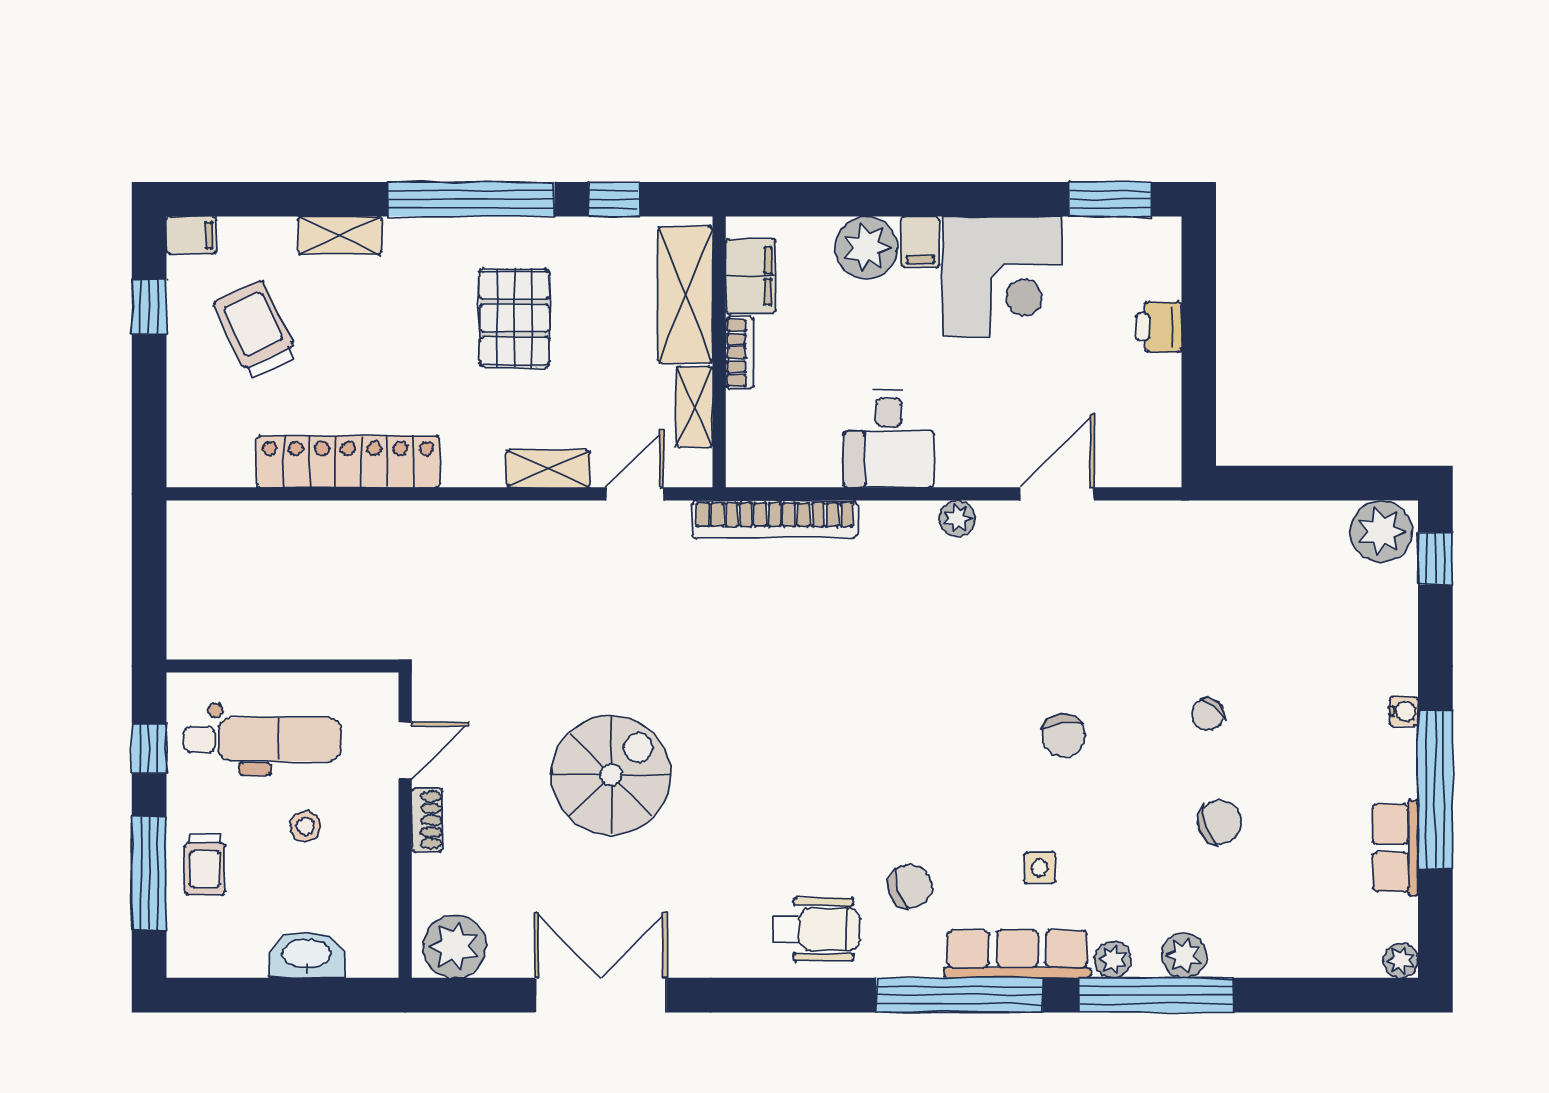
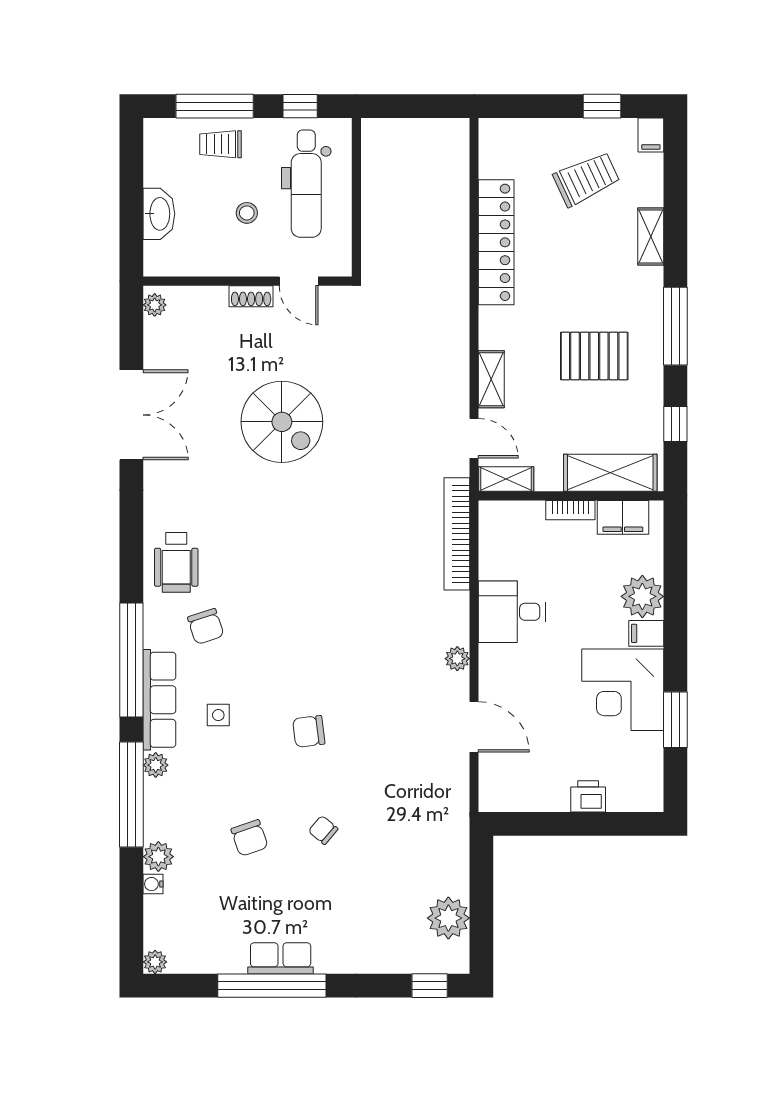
window: (471, 199) -> (675, 326), width x0.68
window: (1110, 199) -> (675, 720), moved
shelving: (695, 407) -> (506, 479), moved
plant: (1381, 531) -> (448, 918), moved
water cooler: (1404, 711) -> (153, 884), moved, turned 90
row of seats: (1395, 848) -> (281, 958), moved
plant: (455, 946) -> (155, 305), width x0.53, depth x0.53
plant: (1184, 956) -> (158, 857), moved

